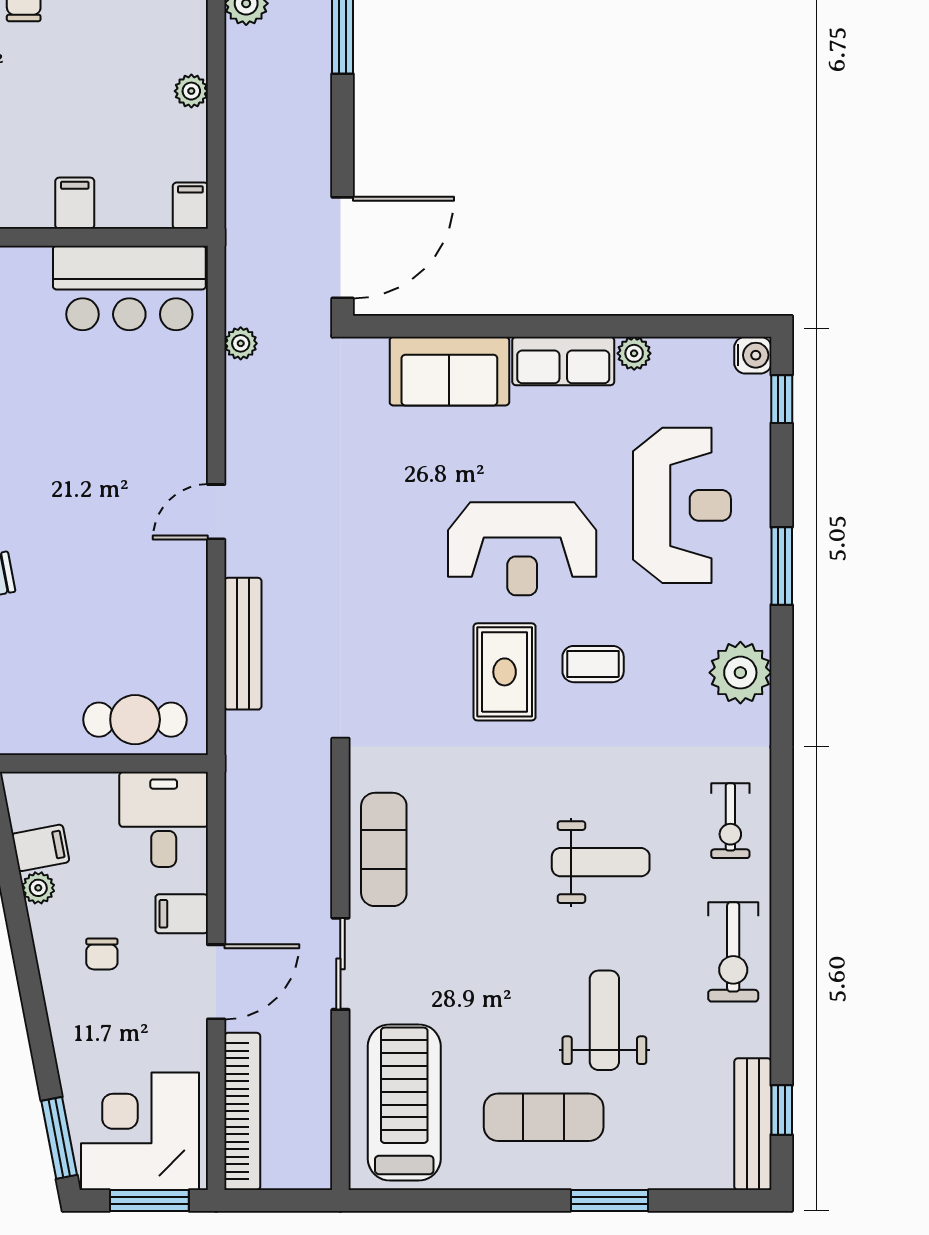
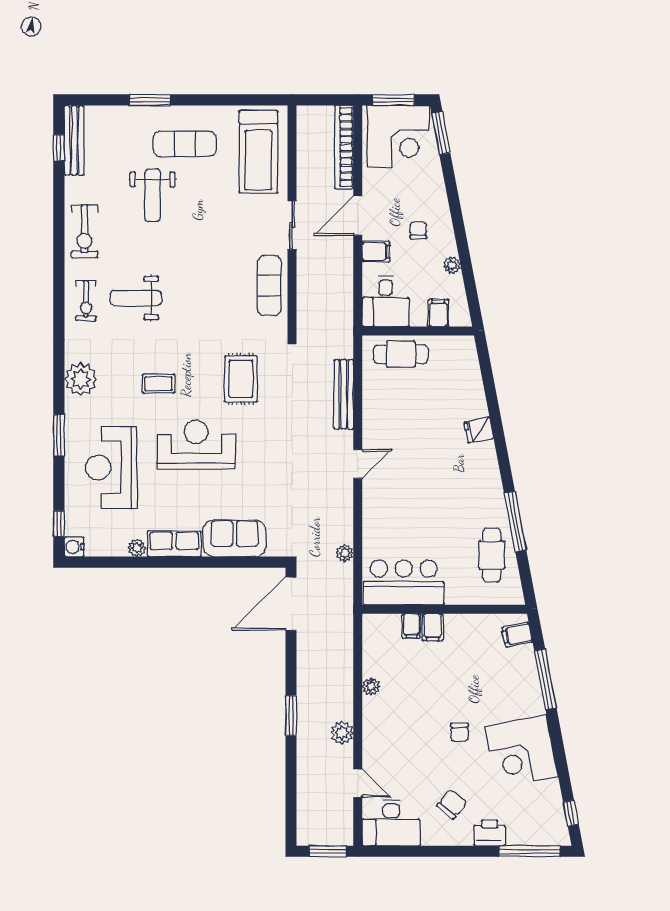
filing cabinet: (190, 206) -> (411, 626), moved
rug: (505, 672) -> (241, 379), moved
exercise bike: (730, 821) -> (86, 301), turned 180
filing cabinet: (41, 848) -> (438, 313), moved, turned 101
weight bench: (601, 862) -> (136, 298), moved
exercise bike: (733, 952) -> (84, 231), turned 180

